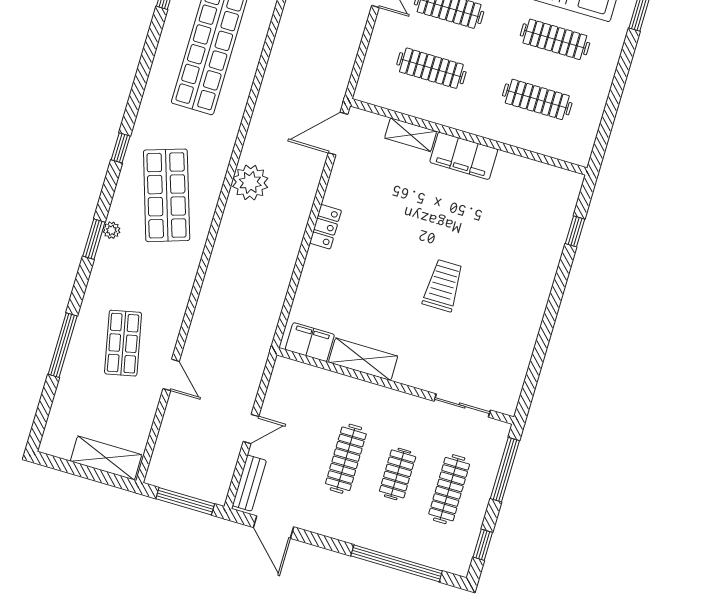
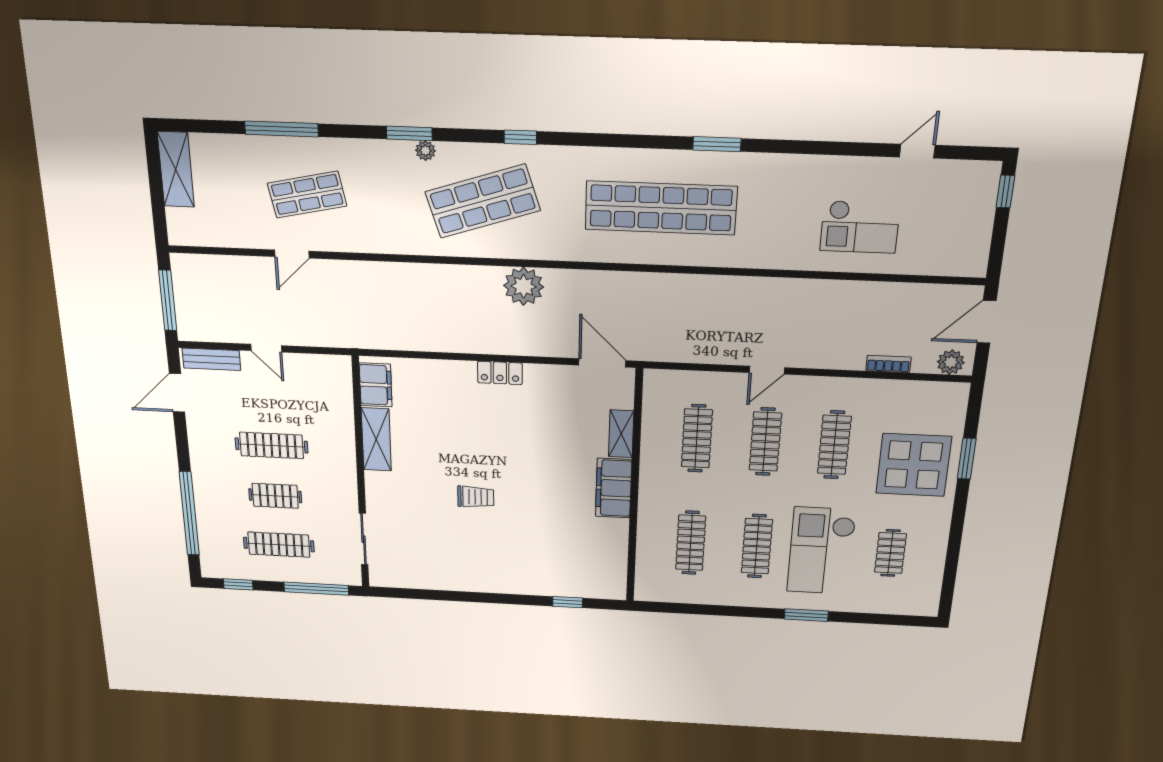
trolley: (443, 286) -> (476, 497), width x0.73, depth x0.72
shelving: (106, 458) -> (176, 169), moved

